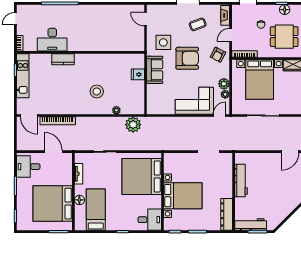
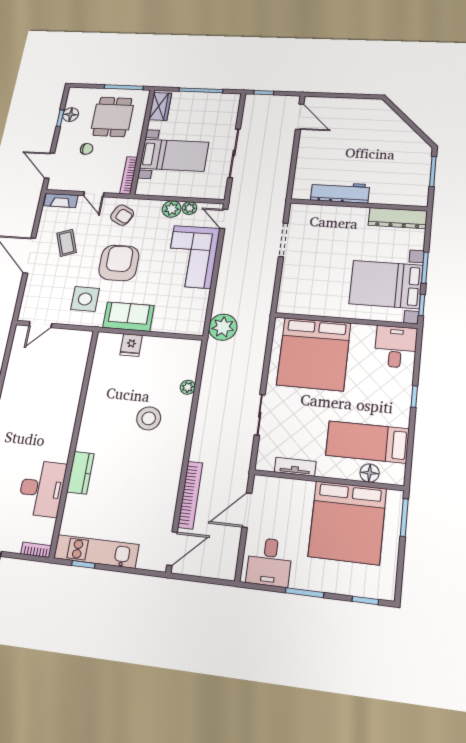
bed with nightstands: (260, 79) -> (174, 155), width x0.73
plant: (133, 125) -> (223, 327), moved
bed with nightstands: (183, 196) -> (386, 284), moved, turned -90
floor lamp: (79, 200) -> (370, 473), moved
workbench: (251, 225) -> (419, 182), removed

